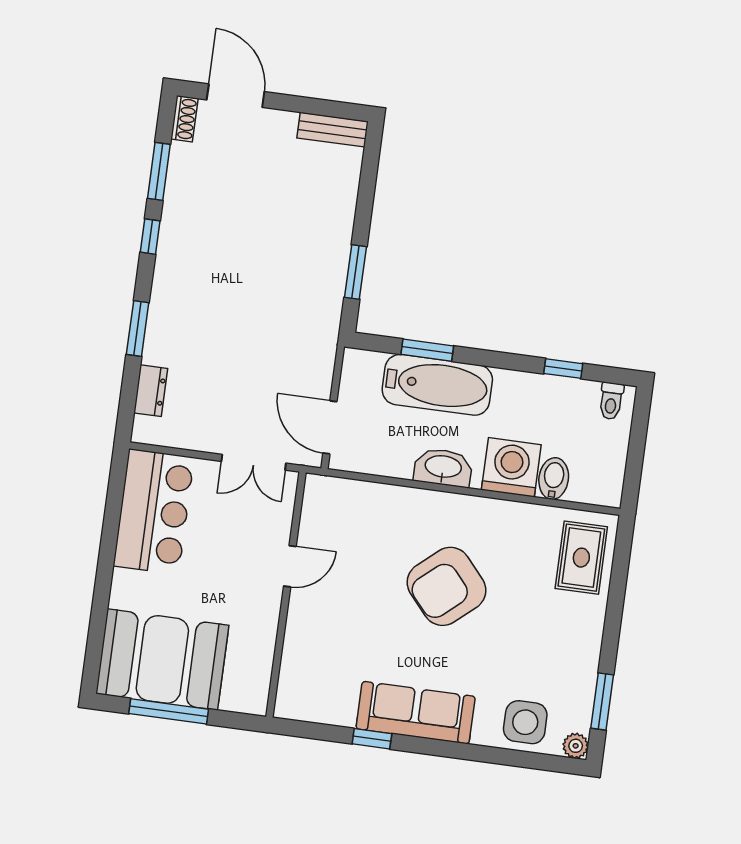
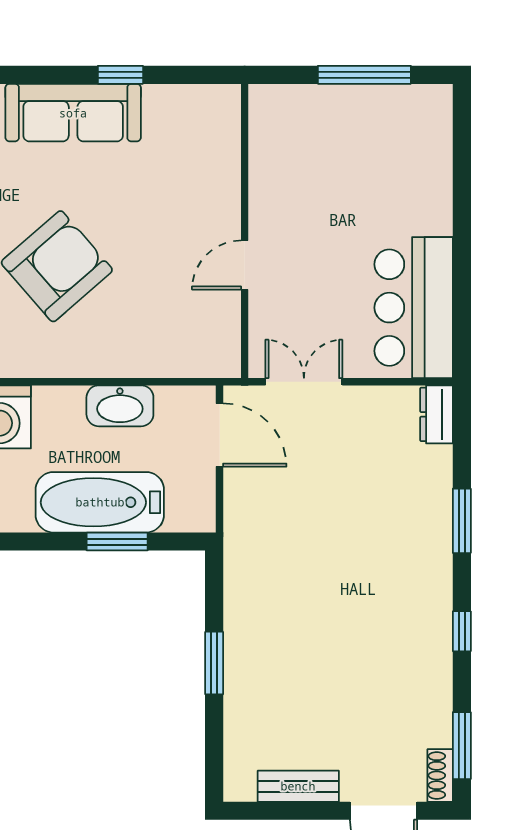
bench: (333, 130) -> (298, 786), moved
window: (159, 171) -> (462, 746), moved
window: (355, 272) -> (214, 663), moved
dresser: (151, 391) -> (437, 414), moved
washbasin: (443, 467) -> (120, 406), moved
booth: (162, 659) -> (380, 135), removed

